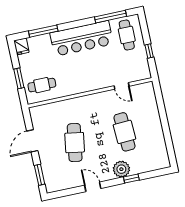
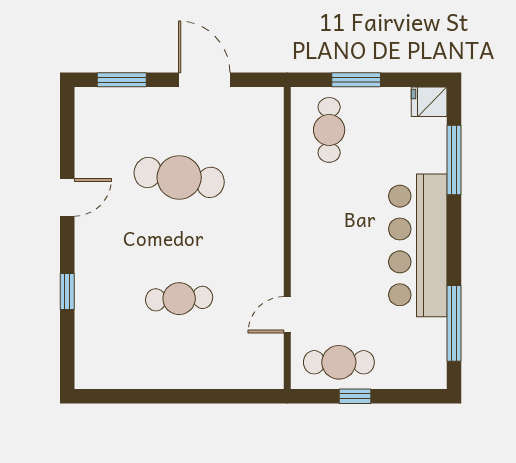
cafe table: (127, 35) -> (339, 362), moved
cafe table: (124, 132) -> (179, 299), width x0.73, depth x0.74
plant: (121, 169) -> (94, 273), removed

